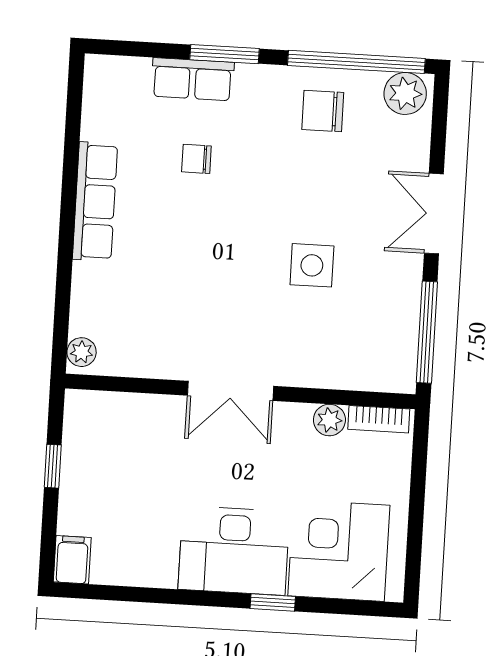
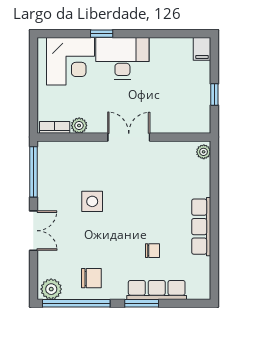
row of seats: (193, 79) -> (157, 290), width x1.48

